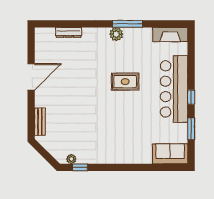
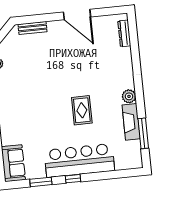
window: (128, 24) -> (143, 133), moved
dresser: (69, 32) -> (124, 33), moved
fireplace: (170, 35) -> (131, 122), moved

